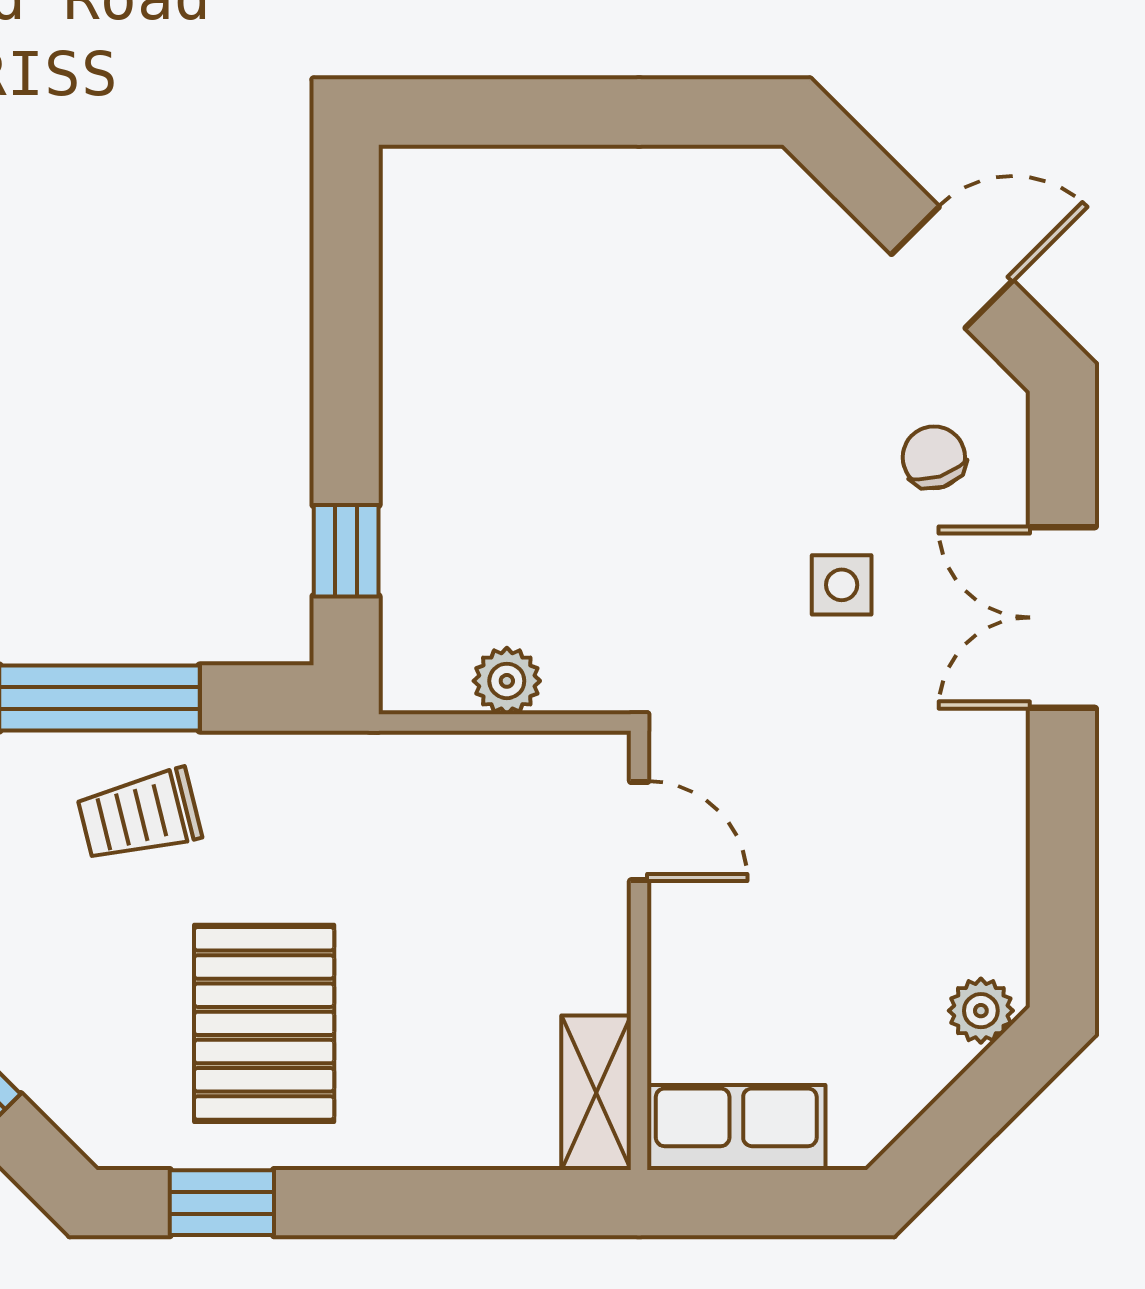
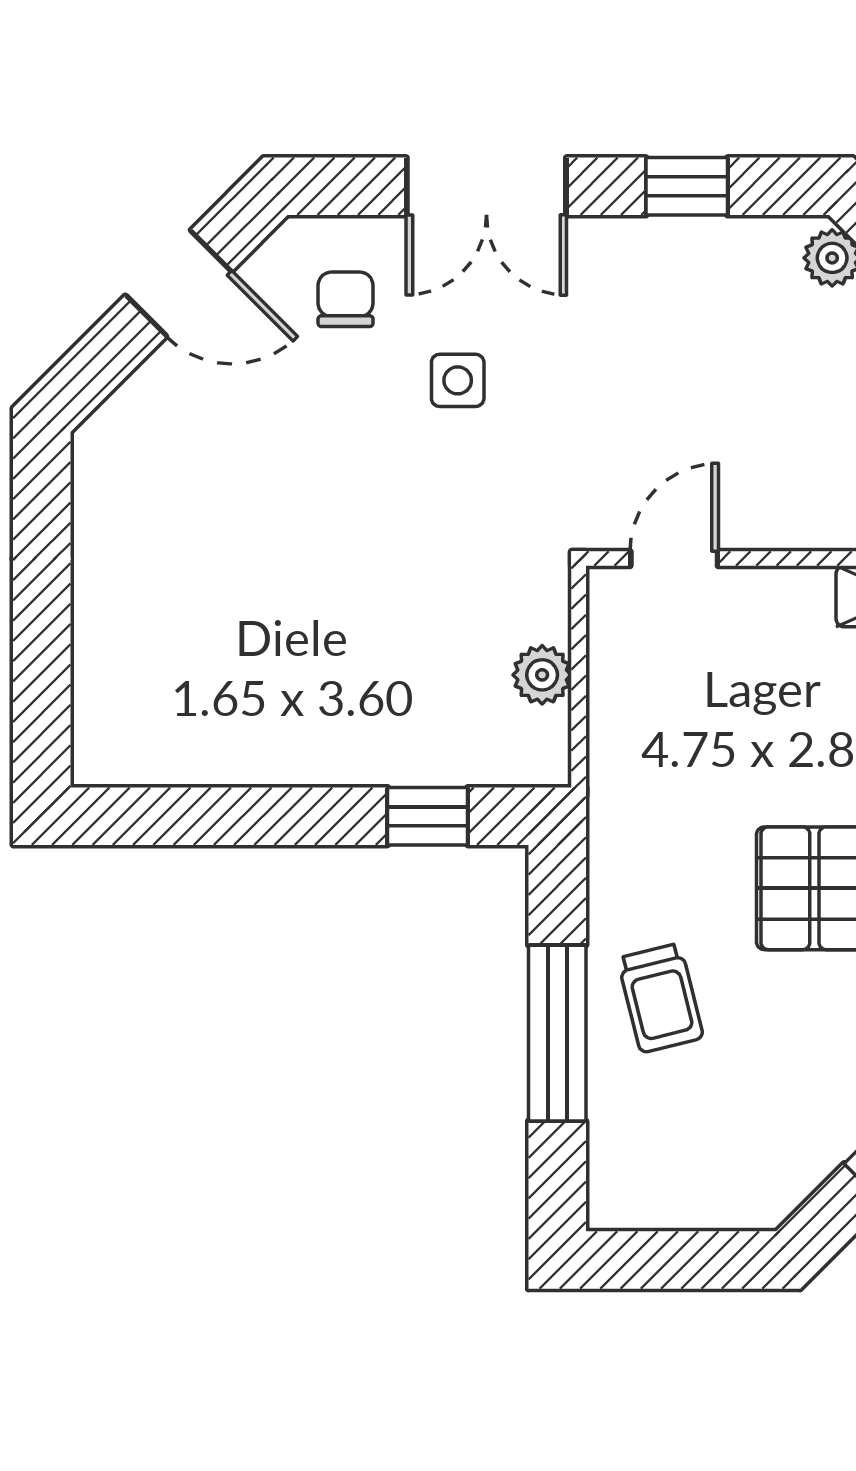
door: (952, 267) -> (179, 283), swing flipped
chair: (934, 457) -> (346, 299), turned 108
window: (1062, 845) -> (687, 186), added

